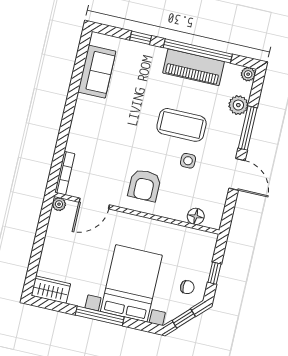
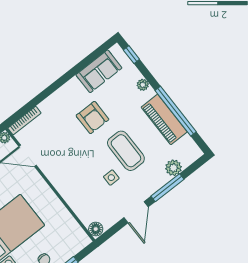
window: (141, 38) -> (131, 55), moved
plant: (248, 74) -> (143, 85), moved
armchair: (144, 185) -> (92, 118), moved, turned -90
floor lamp: (196, 216) -> (96, 229), moved

